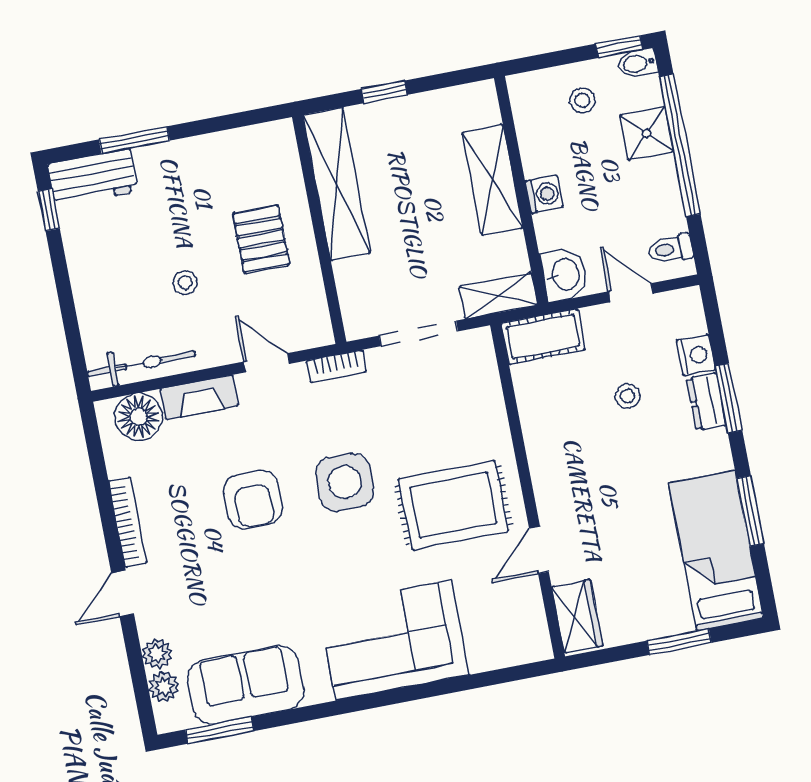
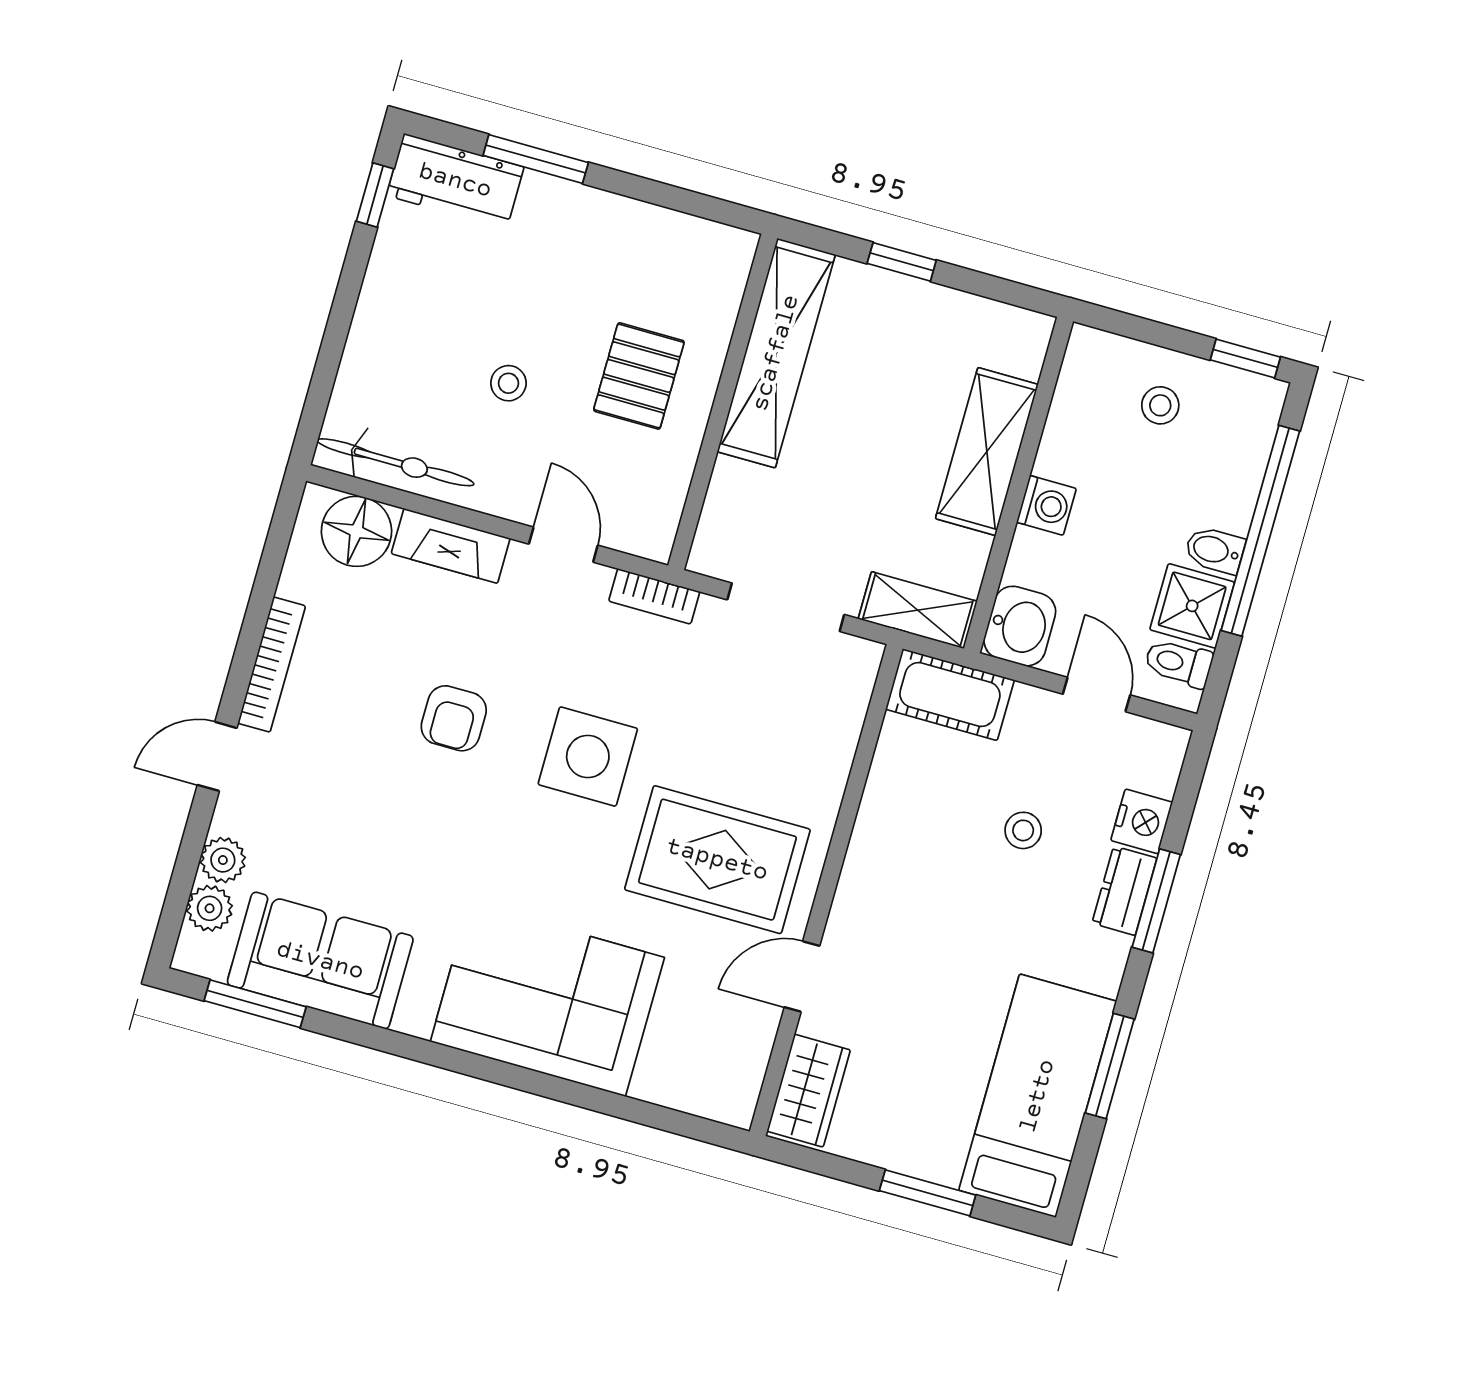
bidet: (638, 63) -> (1215, 550), moved
shower: (647, 133) -> (1192, 606), moved
armchair: (253, 500) -> (454, 718), width x0.72, depth x0.72

